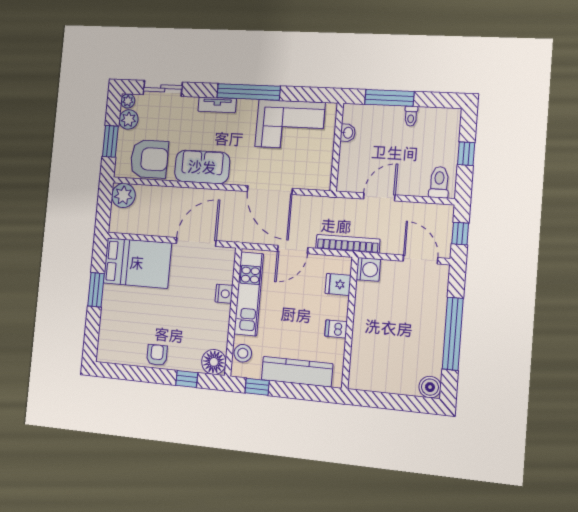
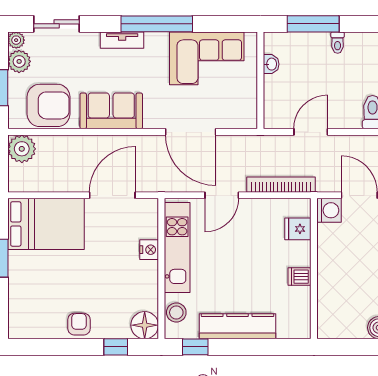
washing machine: (368, 269) -> (329, 210), moved
fridge: (338, 284) -> (298, 229), moved
wall: (350, 323) -> (314, 269), moved
dishwasher: (336, 329) -> (300, 277), moved

